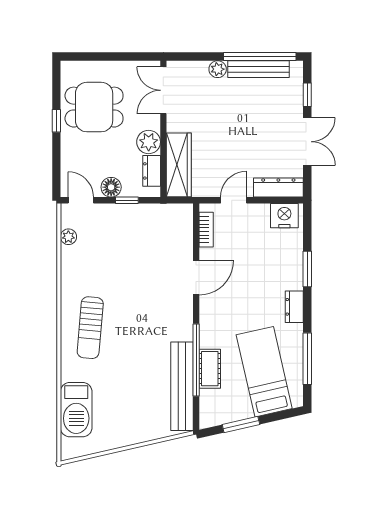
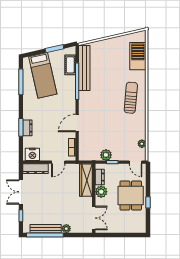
dining table: (94, 107) -> (131, 196), moved, turned 90
floor lamp: (111, 187) -> (120, 169), removed
plant: (139, 215) -> (106, 155), added
dresser: (294, 307) -> (27, 128), moved
cot: (210, 369) -> (70, 65), moved

